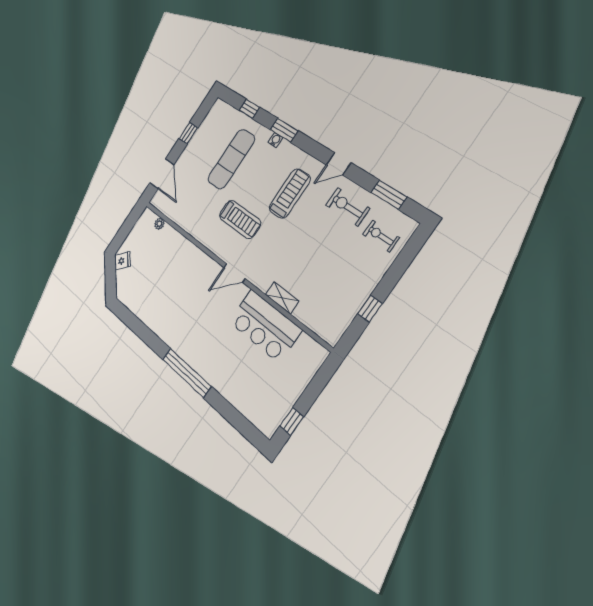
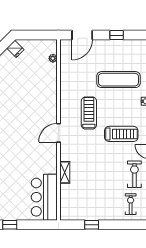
treadmill: (240, 219) -> (89, 113), turned 180
door: (234, 273) -> (58, 133), hinge flipped
bar counter: (265, 326) -> (44, 197), moved

